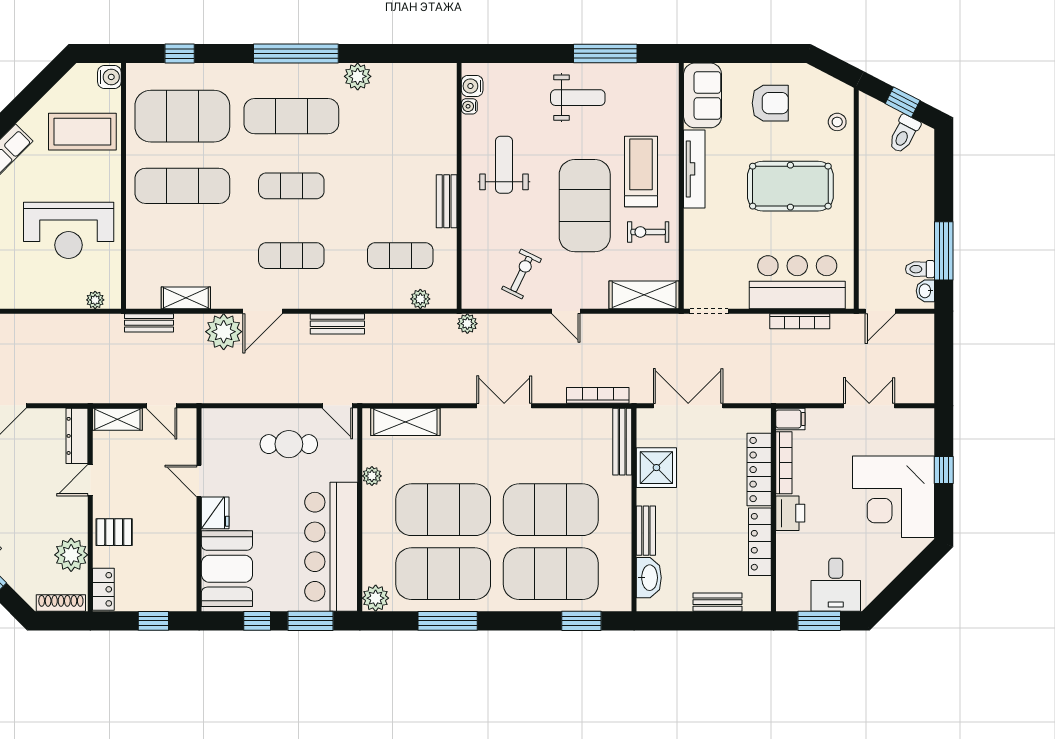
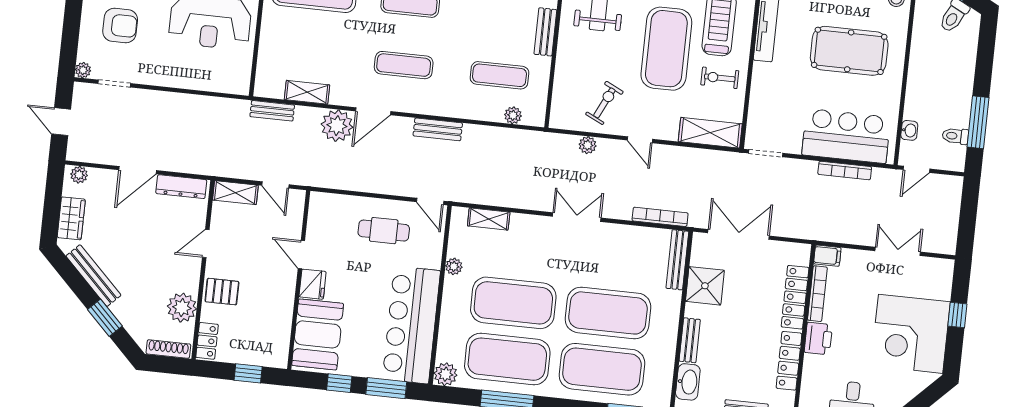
washbasin: (925, 291) -> (909, 130), moved, turned 180
plant: (95, 300) -> (227, 86), removed
plant: (467, 324) -> (588, 145), moved
shelving: (405, 422) -> (489, 219), width x0.67, depth x0.75
dresser: (77, 436) -> (181, 187), moved, turned -90

